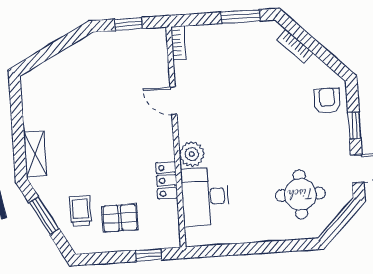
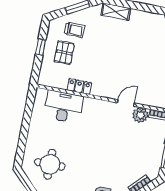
plant: (192, 154) -> (140, 115), moved
window: (148, 255) -> (41, 47), moved

